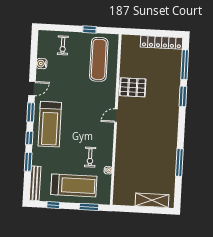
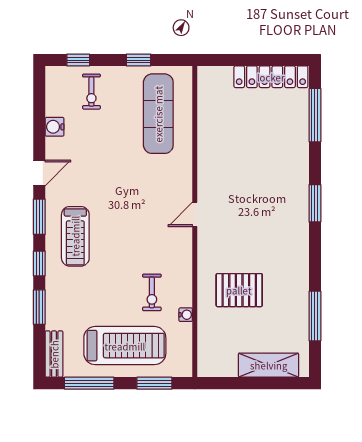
window: (56, 28) -> (78, 60), added
pallet: (133, 87) -> (239, 290), moved
window: (183, 96) -> (315, 203), moved
treadmill: (50, 124) -> (75, 236), width x0.73, depth x0.73
window: (179, 162) -> (315, 316), moved
bench: (35, 183) -> (54, 354), width x0.73
window: (53, 205) -> (89, 383), width x2.17

